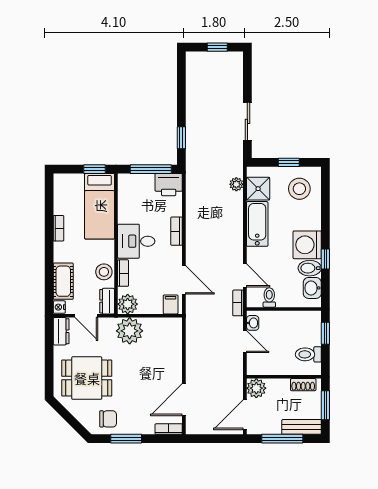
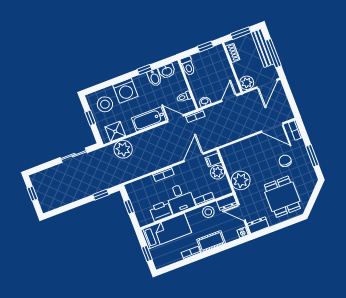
window: (94, 169) -> (147, 254), moved
window: (151, 169) -> (129, 207), width x0.46
plant: (236, 184) -> (123, 149), width x1.87, depth x1.87
printer: (169, 185) -> (161, 211), moved, turned -90
bathtub: (257, 224) -> (149, 119), moved
washing machine: (307, 245) -> (125, 91), moved
door: (245, 275) -> (175, 118), hinge flipped
cot: (63, 281) -> (211, 241), moved
plant: (128, 304) -> (217, 172), moved
door: (86, 316) -> (242, 213), swing flipped
window: (325, 333) -> (205, 47), moved
door: (245, 342) -> (229, 98), moved
toilet: (308, 354) -> (188, 66), moved
door: (245, 415) -> (267, 84), hinge flipped
chair: (108, 419) -> (285, 161), moved
bench: (302, 427) -> (263, 48), width x1.36

